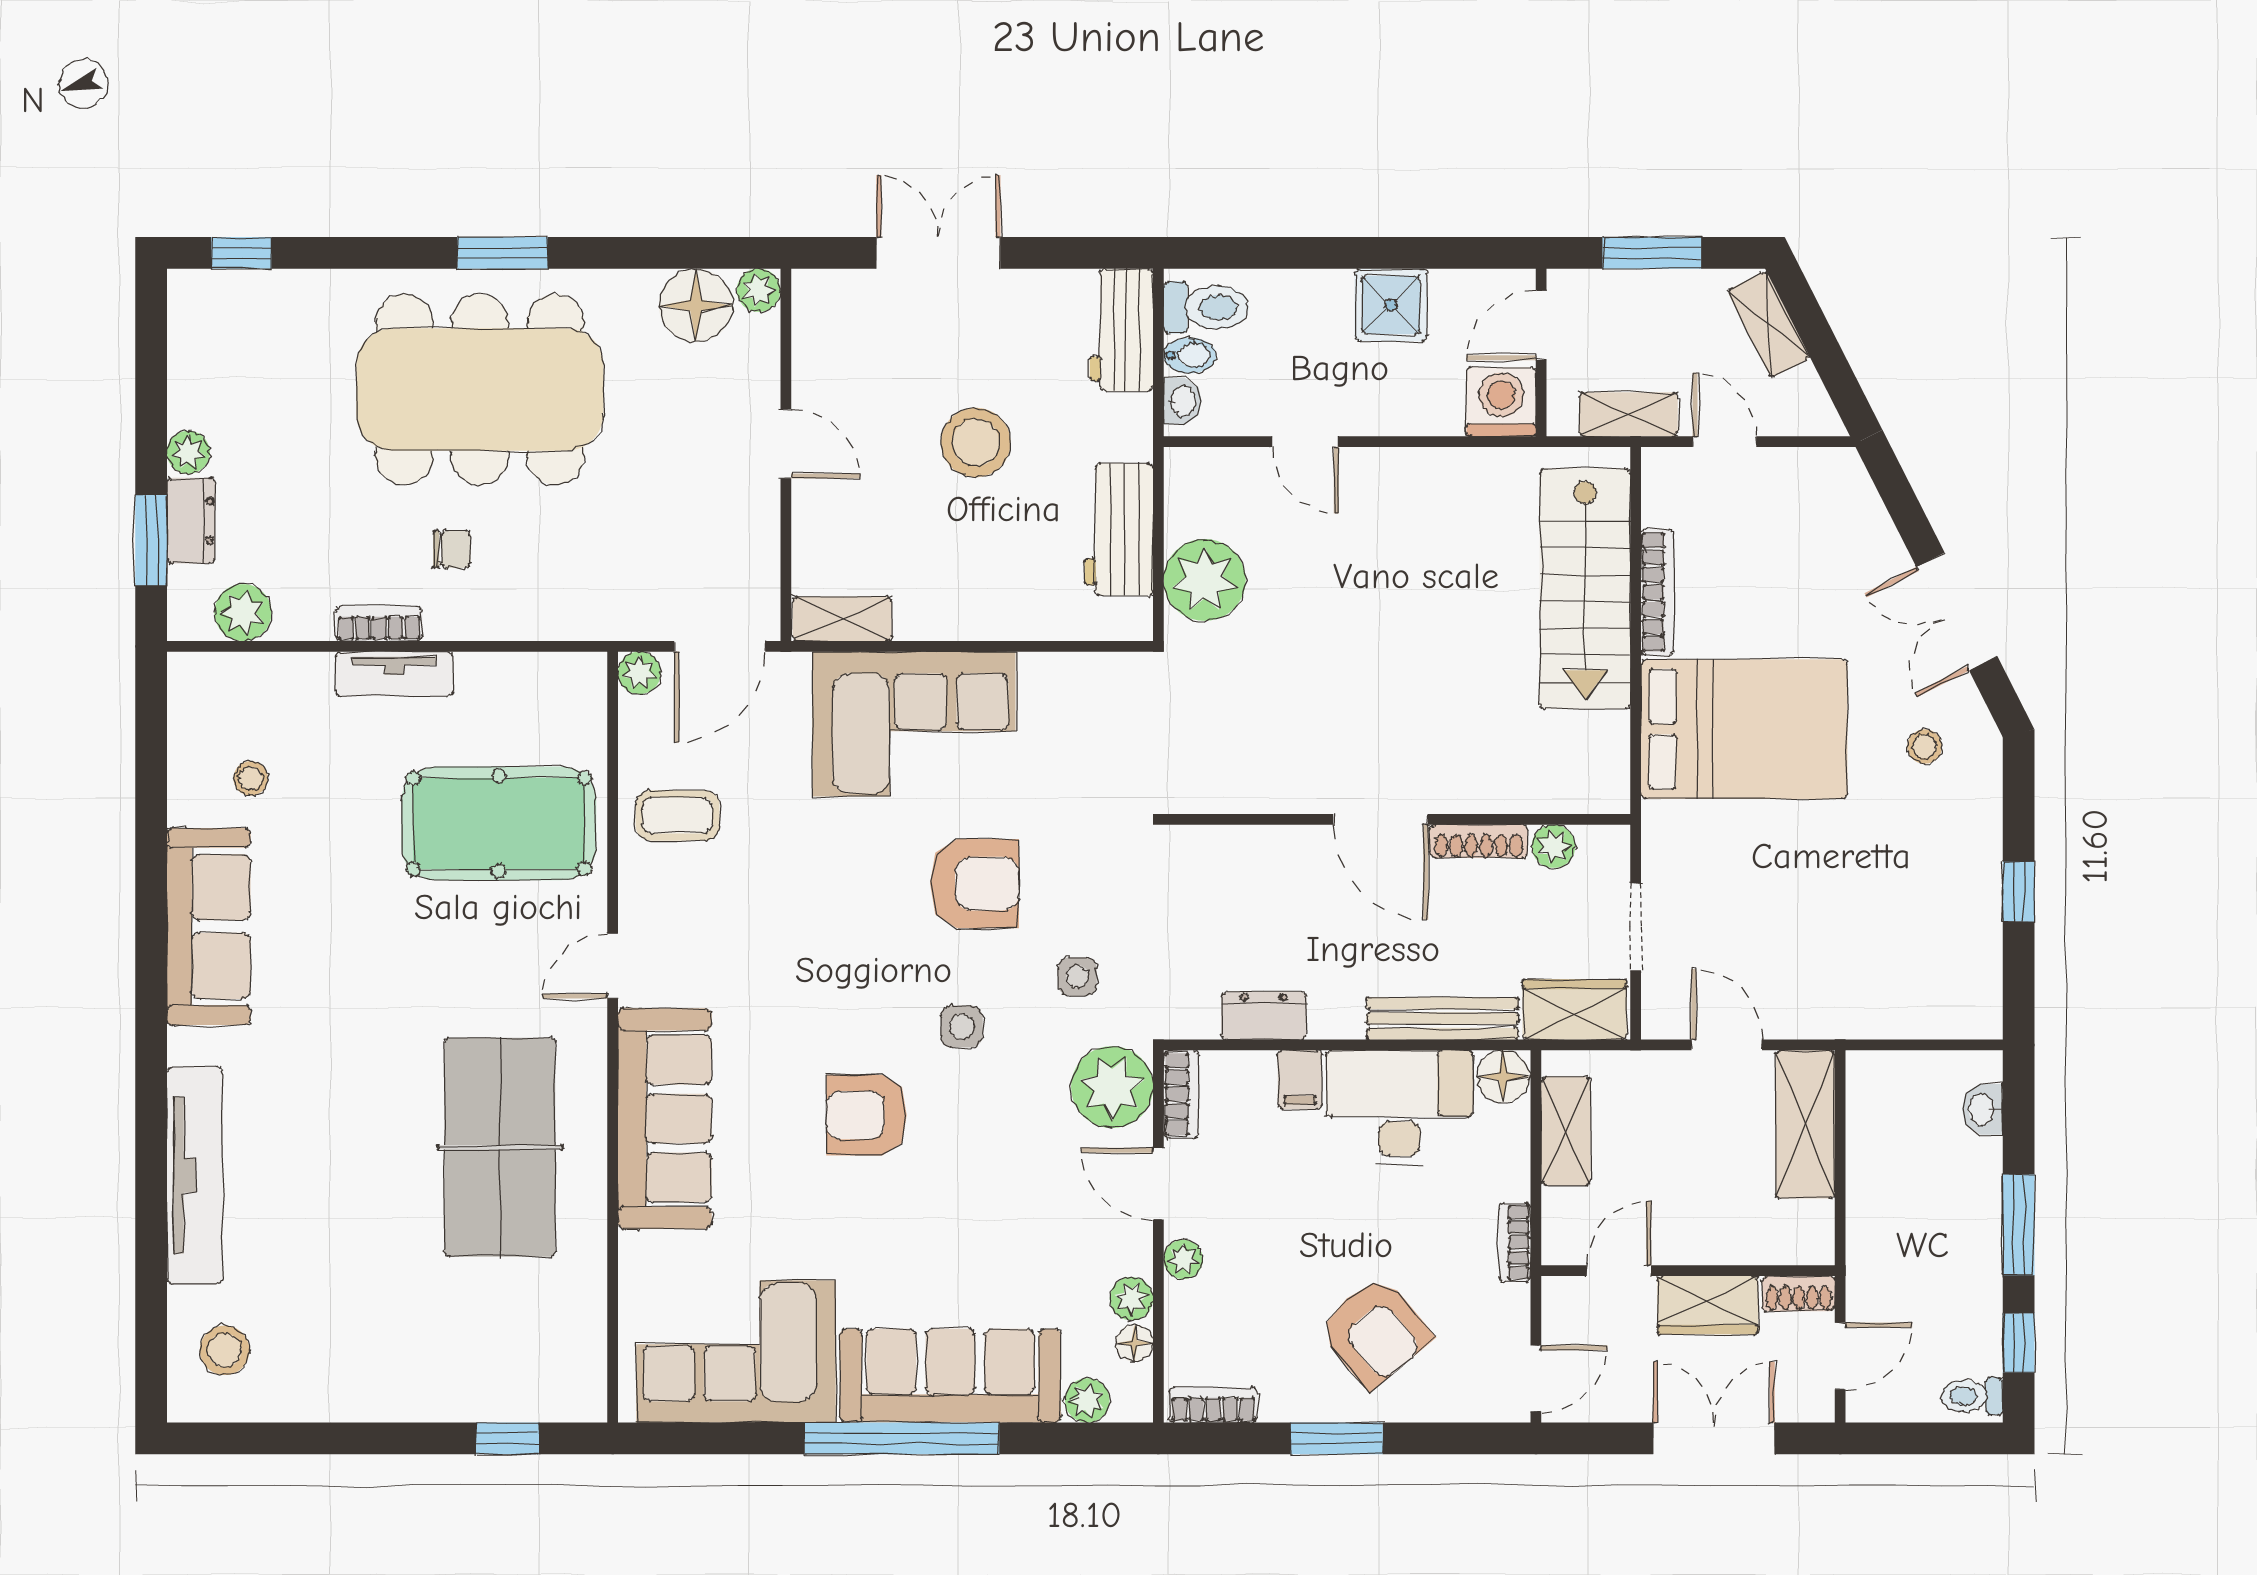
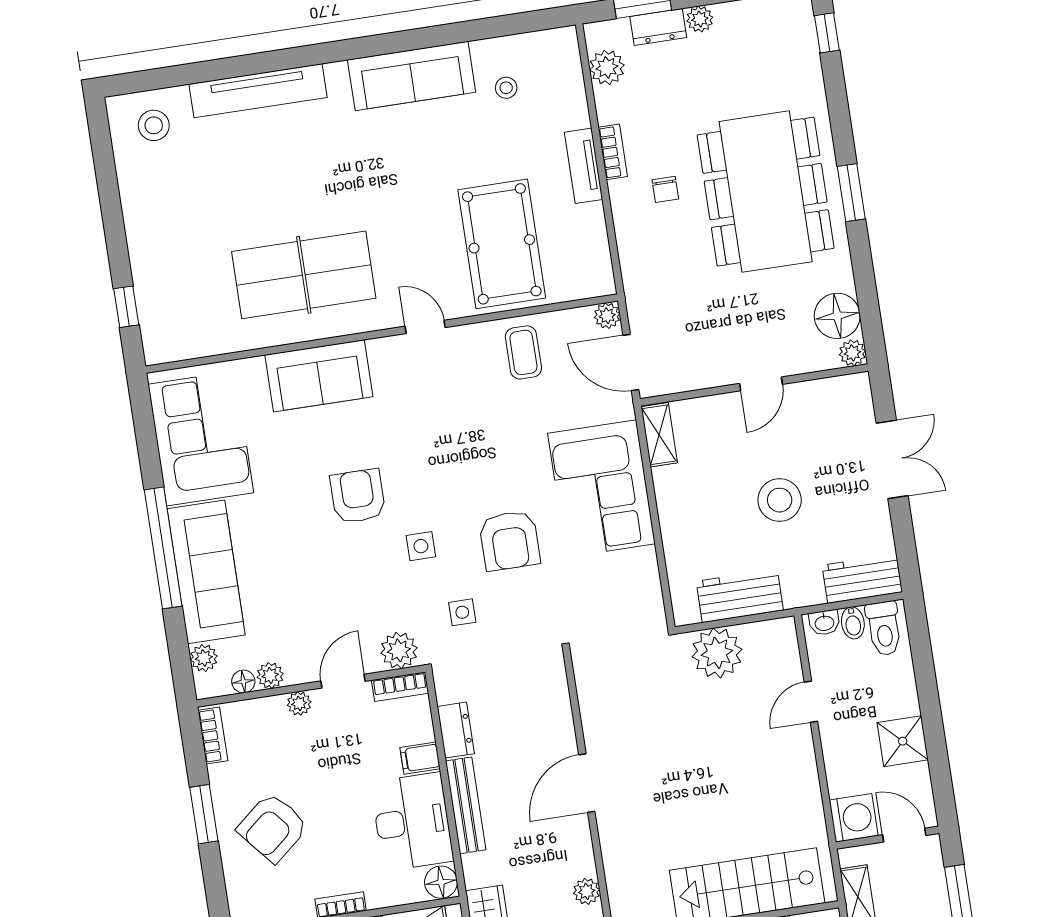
shoe rack: (1479, 841) -> (583, 845), removed
bench: (1442, 1018) -> (466, 805), moved
plant: (1112, 1087) -> (399, 650), width x0.73, depth x0.73
sofa: (665, 1119) -> (319, 376), width x0.73

